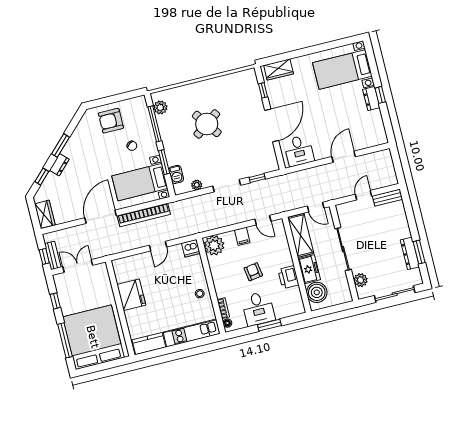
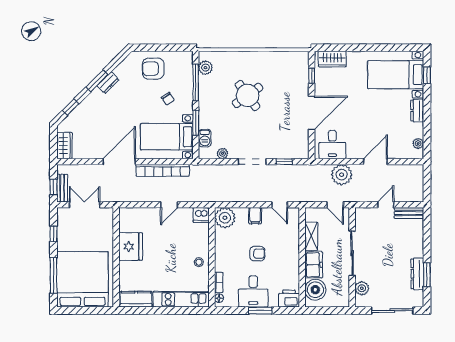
window: (380, 95) -> (427, 75), moved
plant: (380, 129) -> (418, 143), added
dresser: (59, 165) -> (108, 83), moved
plant: (315, 177) -> (342, 175), added
shelving: (301, 235) -> (311, 236), width x0.67, depth x0.75
armchair: (253, 272) -> (257, 254), turned 99
printer: (288, 277) -> (289, 299), moved, turned 90

